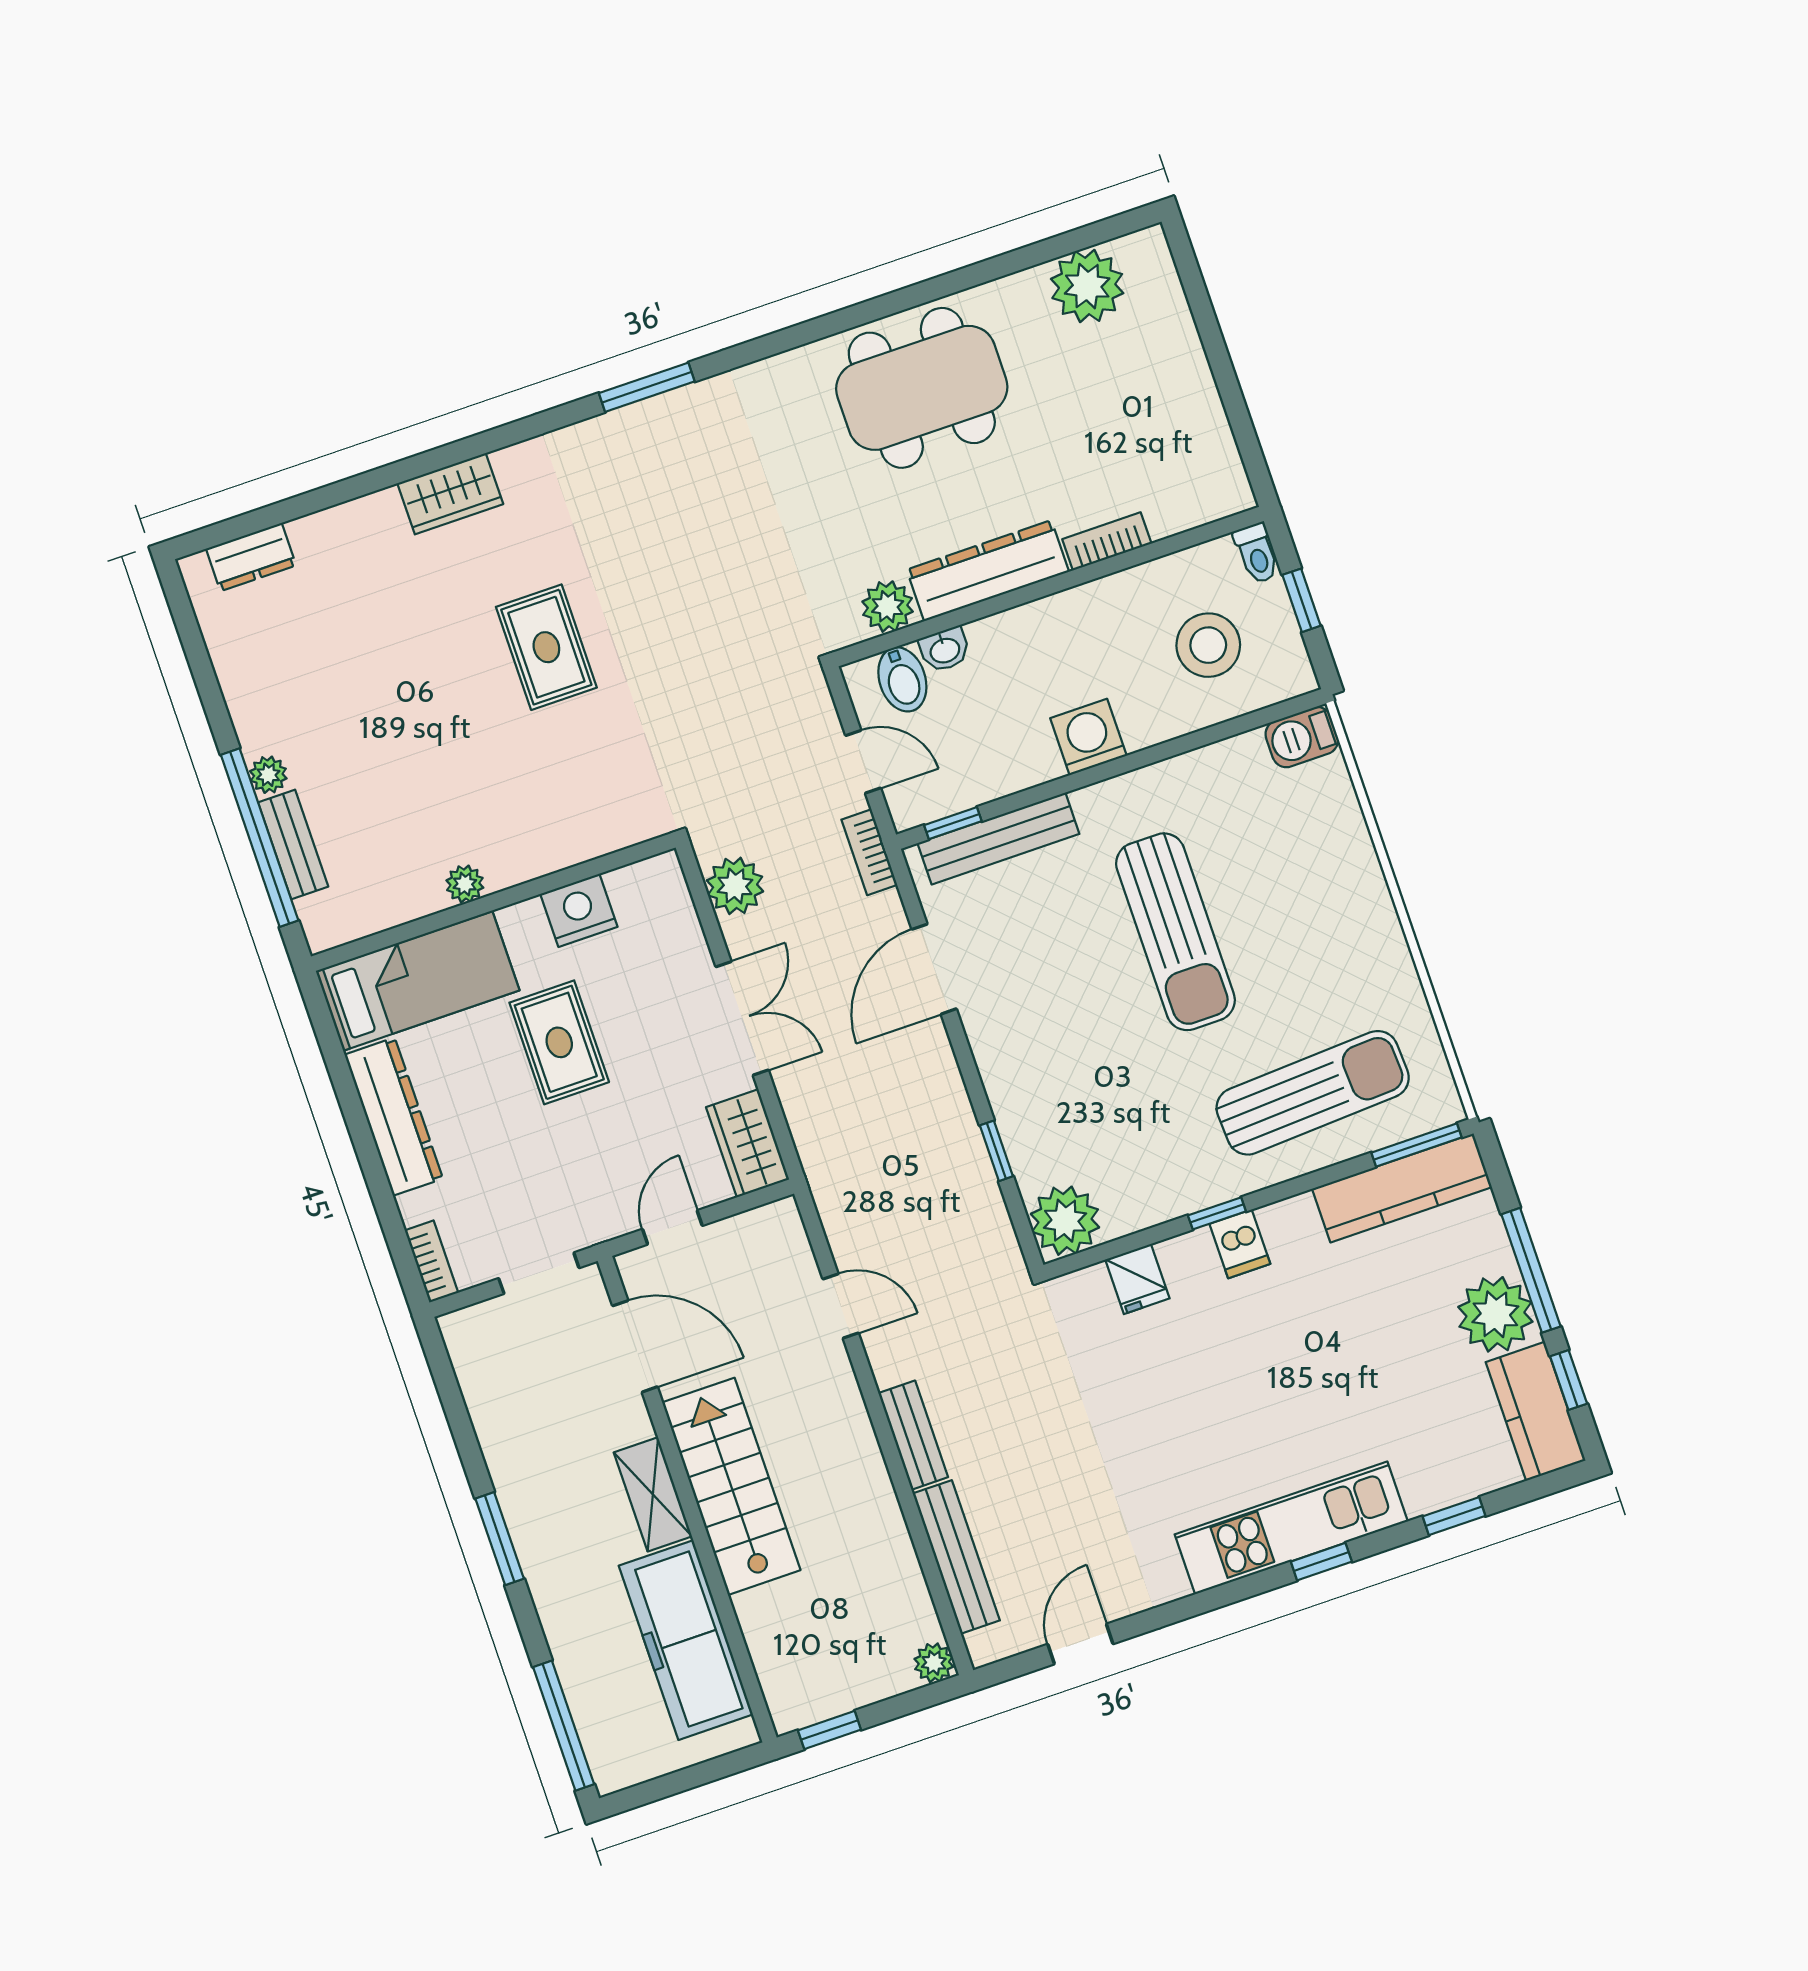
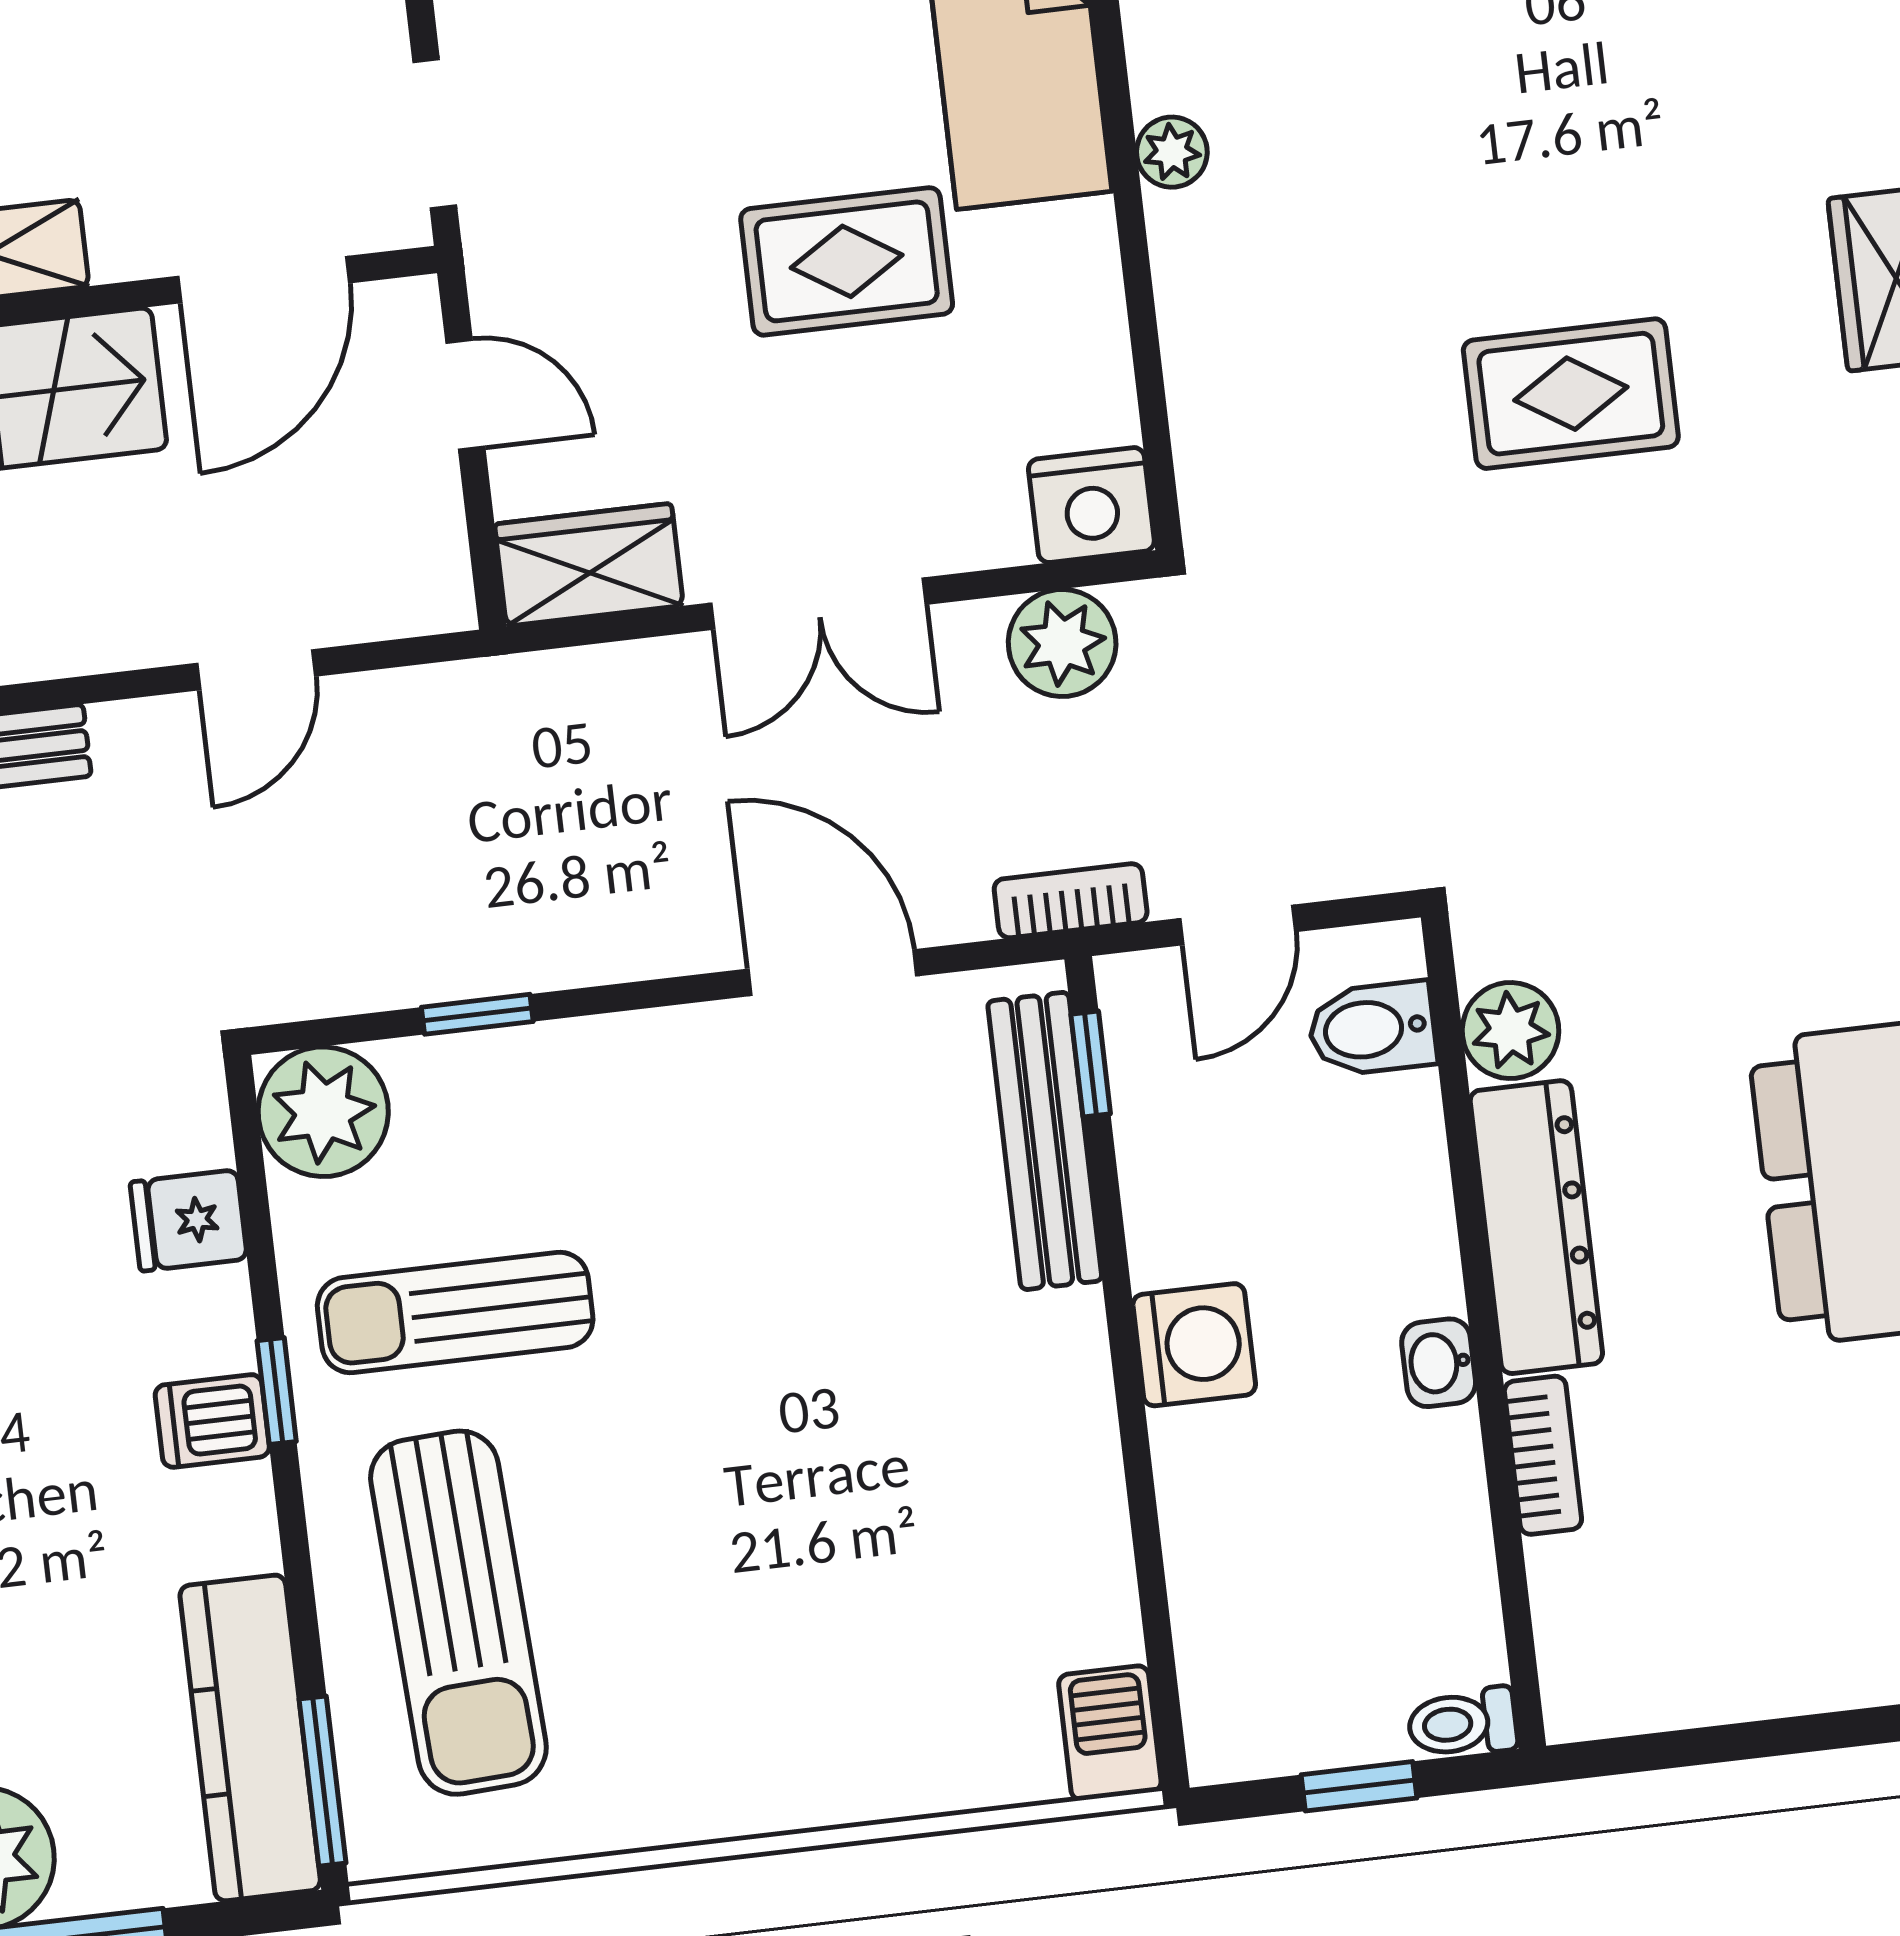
stool: (1208, 645) -> (1314, 1599), removed
washbasin: (945, 650) -> (1439, 1363), moved
nightstand: (579, 910) -> (1091, 505), moved, turned 90
sun lounger: (1175, 932) -> (455, 1312), moved, width x0.73, depth x0.75

